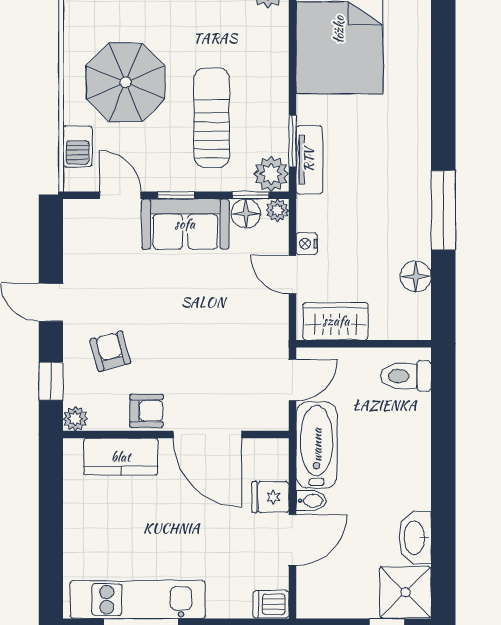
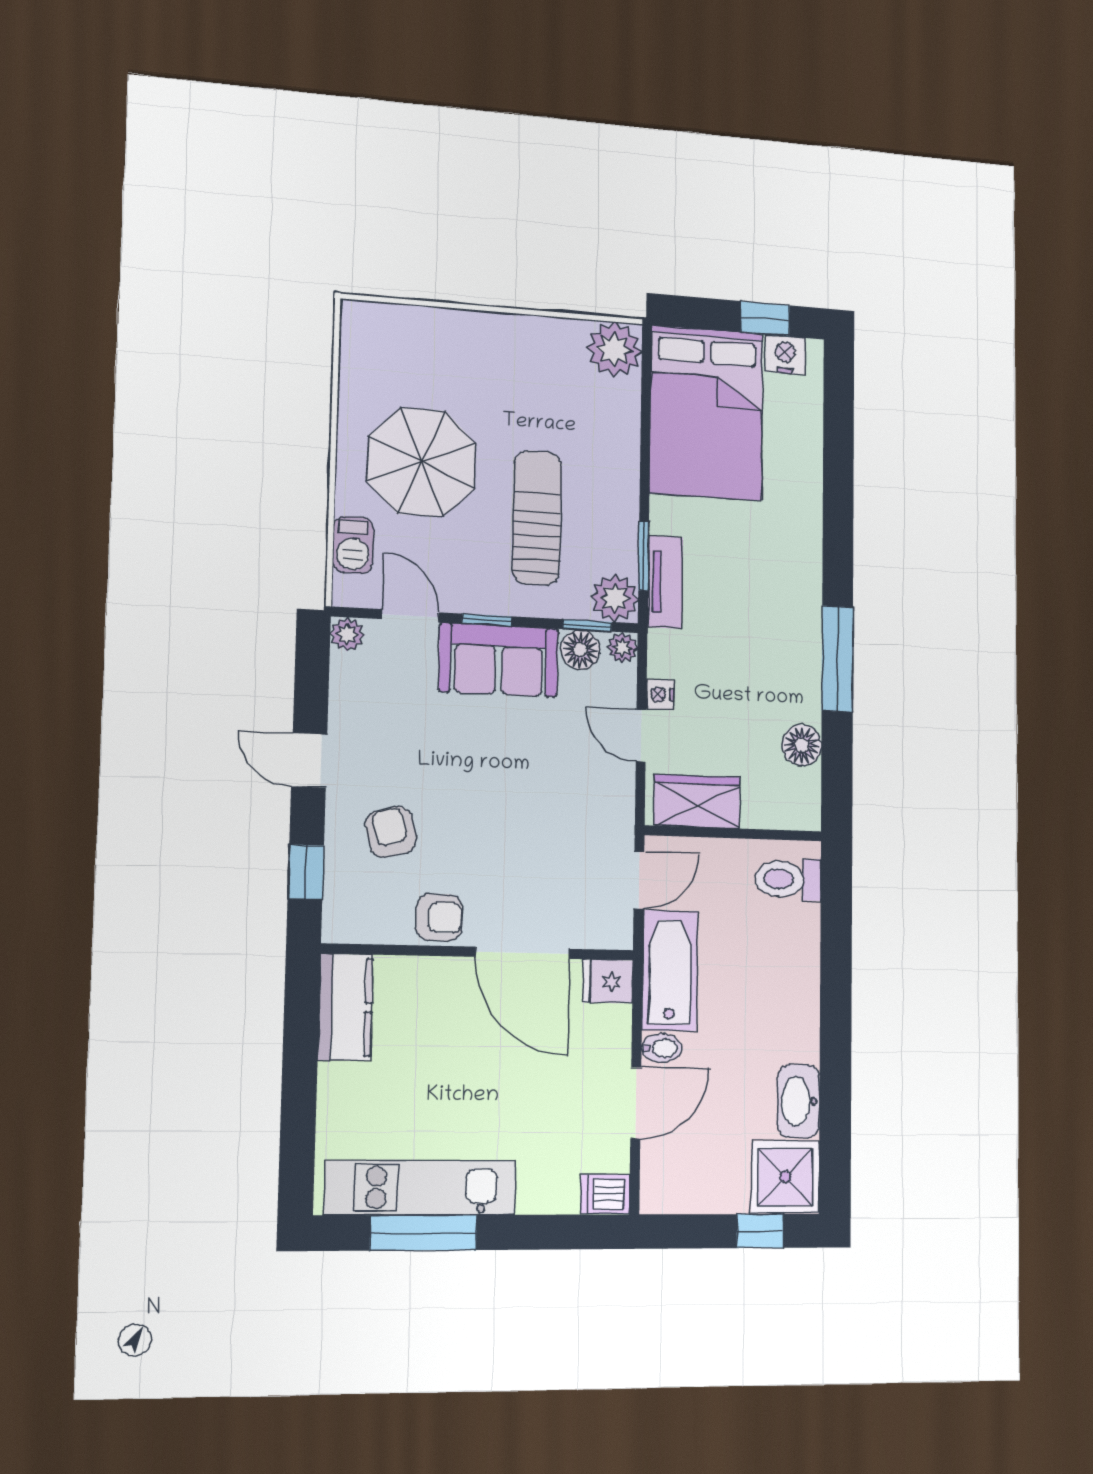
plant: (75, 419) -> (347, 634), moved
kitchen counter: (121, 457) -> (345, 1007), moved, turned -90
fridge: (270, 497) -> (608, 981), moved

